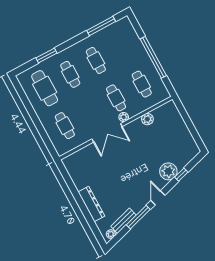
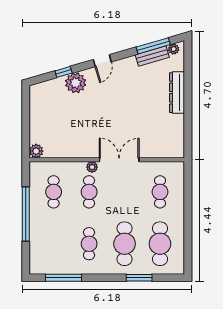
cafe table: (70, 74) -> (125, 244), width x1.37, depth x1.35
plant: (147, 119) -> (36, 151), moved
window: (138, 217) -> (153, 46), moved

